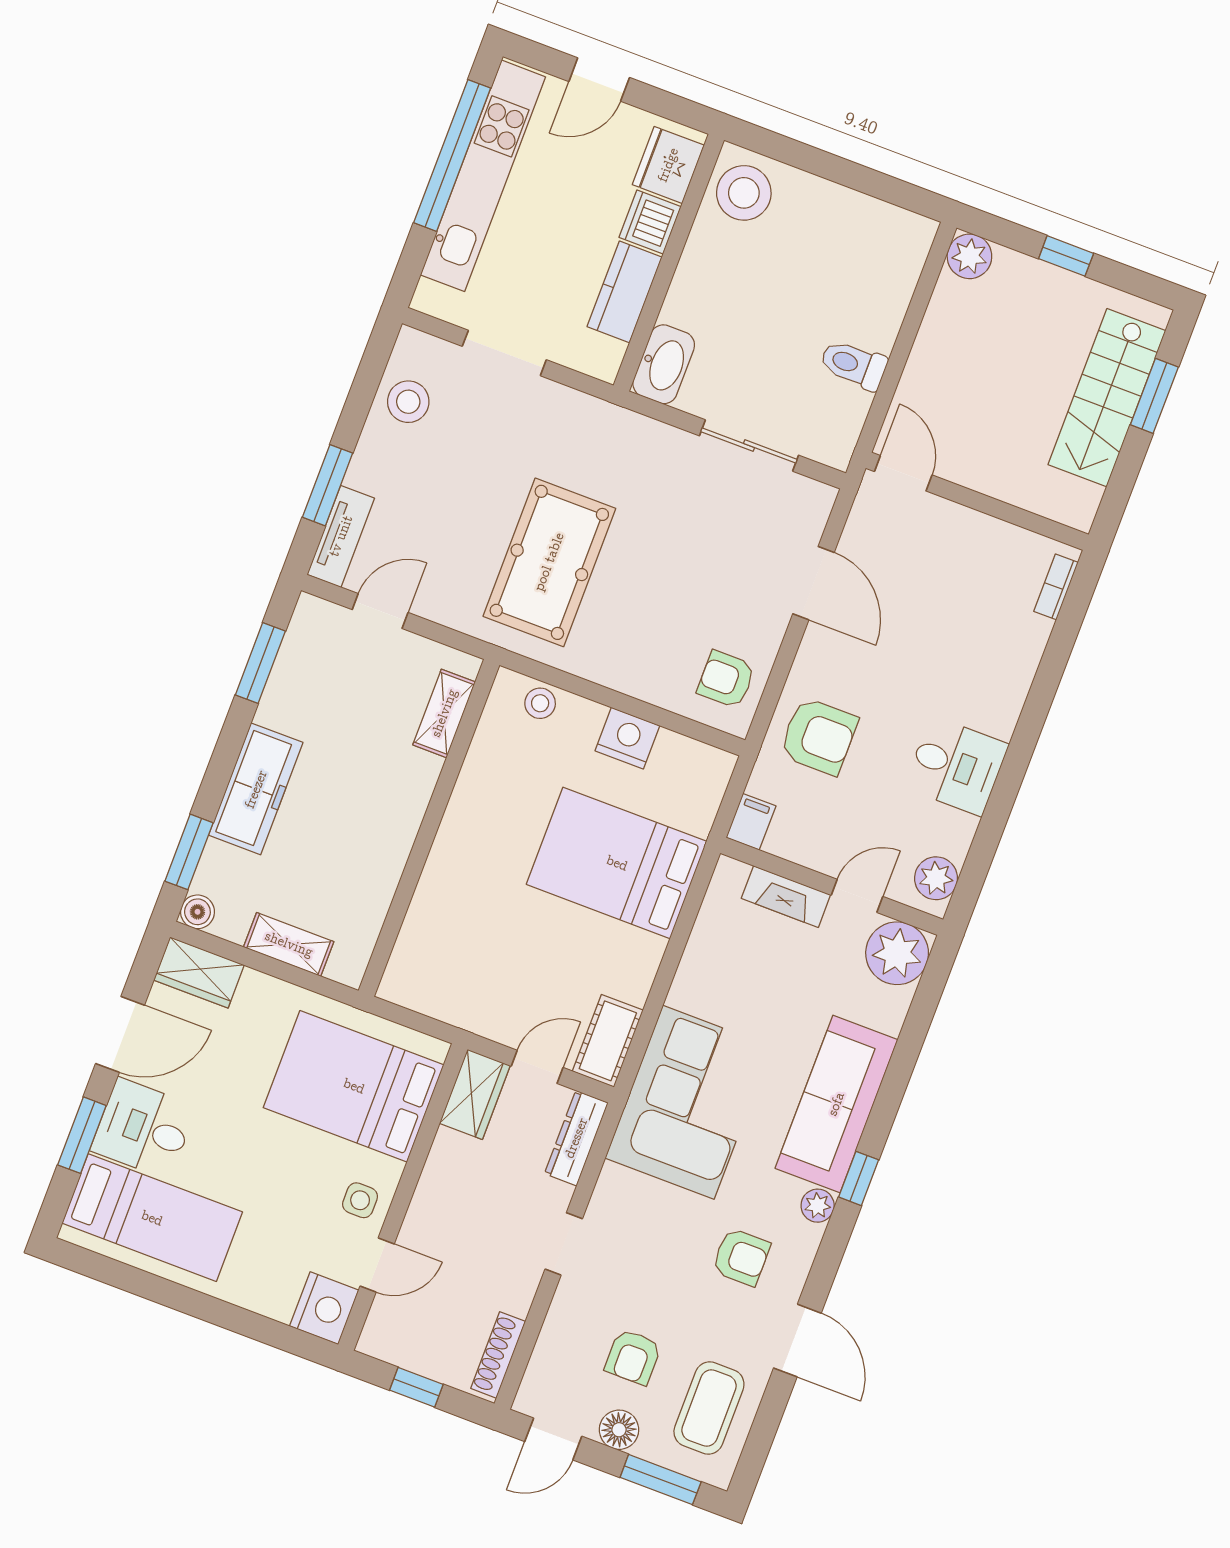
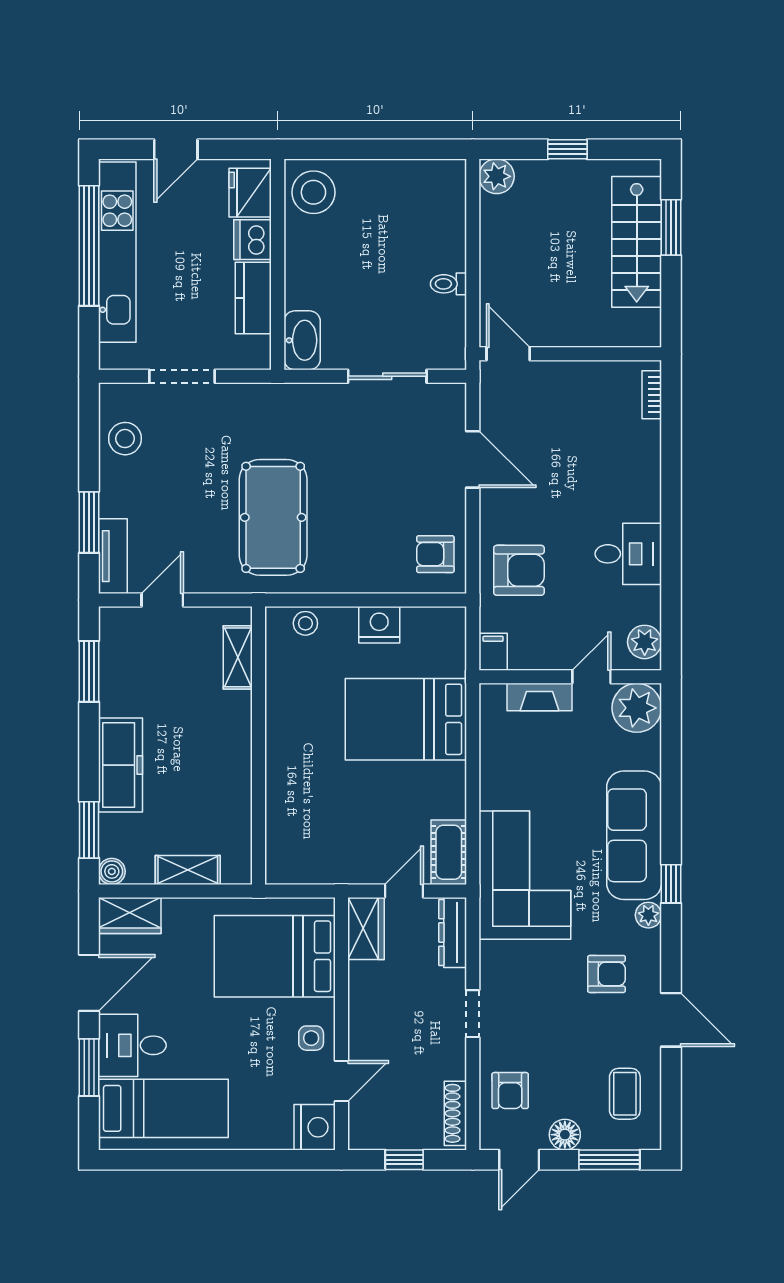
toilet: (853, 365) -> (448, 284), width x0.73, depth x0.72
armchair: (633, 1357) -> (510, 1091), moved
coffee table: (709, 1408) -> (625, 1094), width x0.73, depth x0.77

